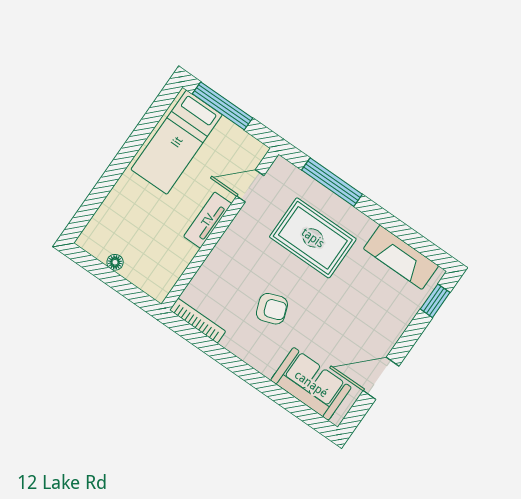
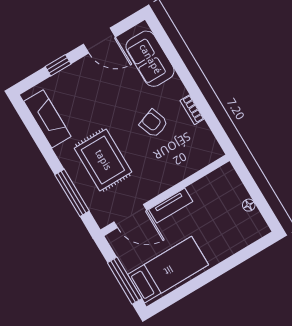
door: (250, 186) -> (130, 216), width x1.38
window: (435, 301) -> (58, 65), moved
bookcase: (198, 321) -> (192, 110), moved, width x0.64

